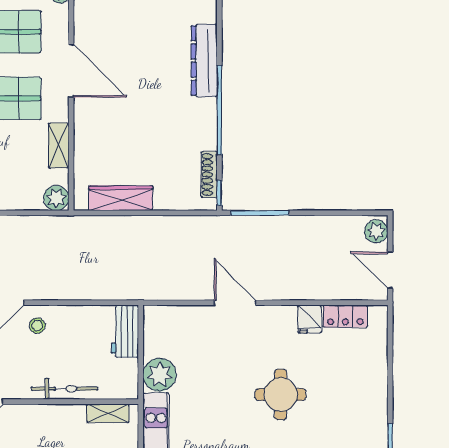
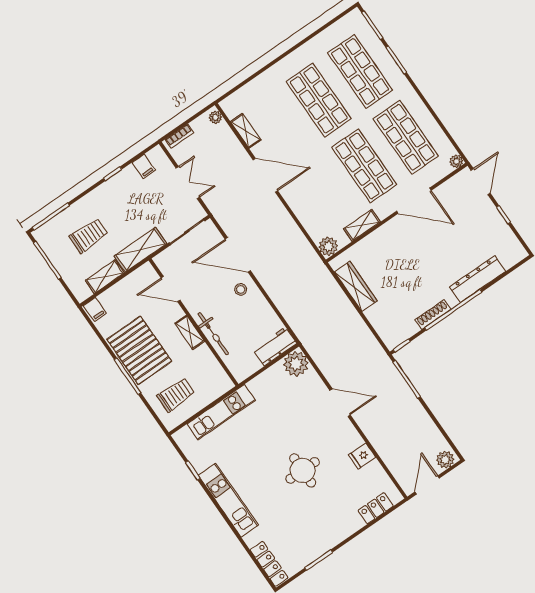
door: (71, 71) -> (414, 201), hinge flipped
shoe rack: (209, 175) -> (433, 315), moved
door: (235, 303) -> (340, 403), hinge flipped
locker: (345, 316) -> (376, 508), moved, turned 90
plant: (160, 375) -> (296, 364), moved
shelving: (108, 413) -> (190, 332), moved

